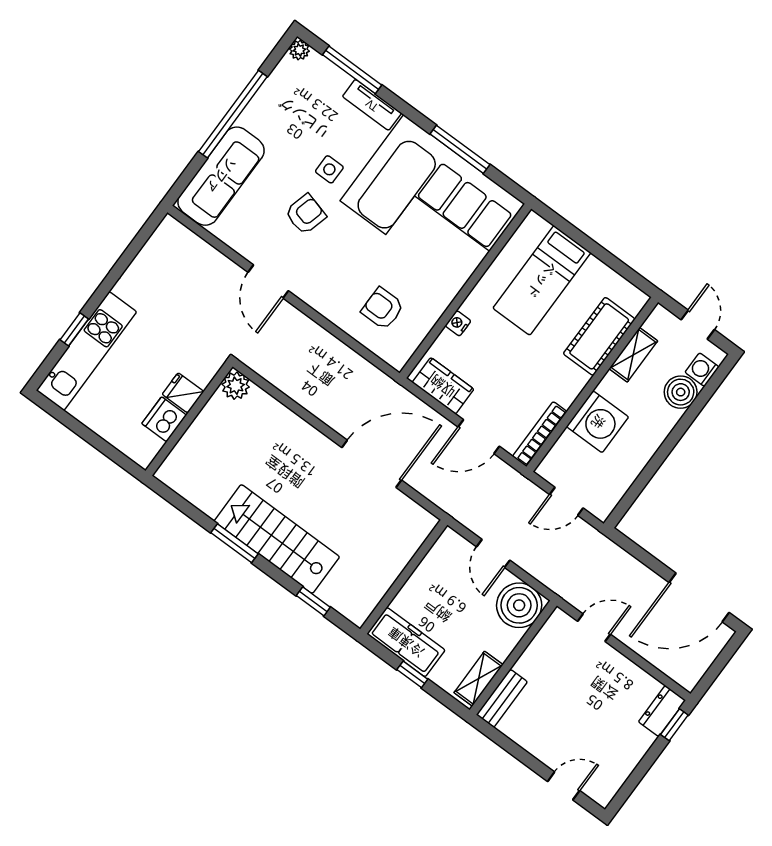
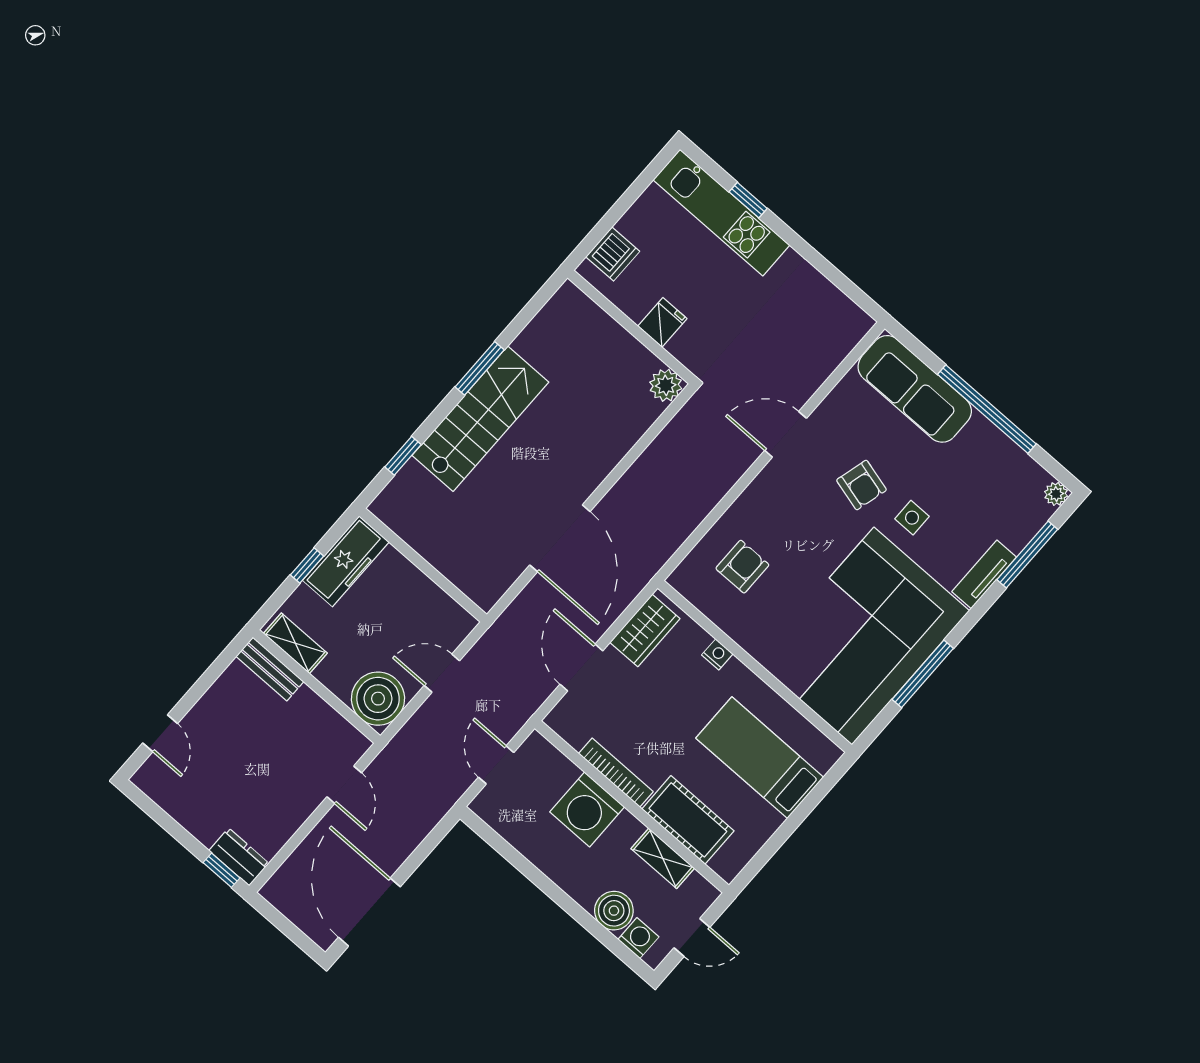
dishwasher: (164, 419) -> (613, 254), moved, turned 90
bookcase: (540, 434) -> (616, 773), moved

